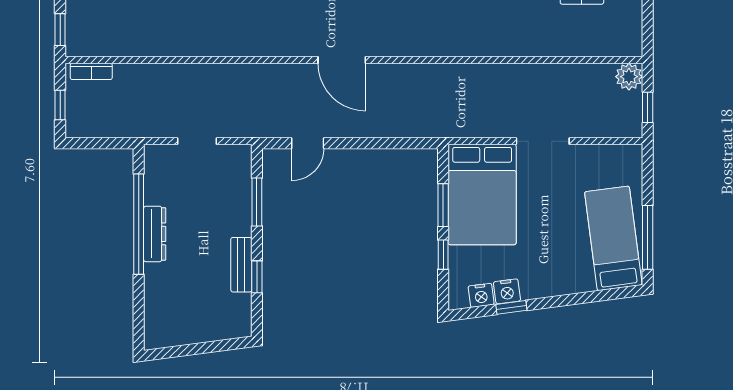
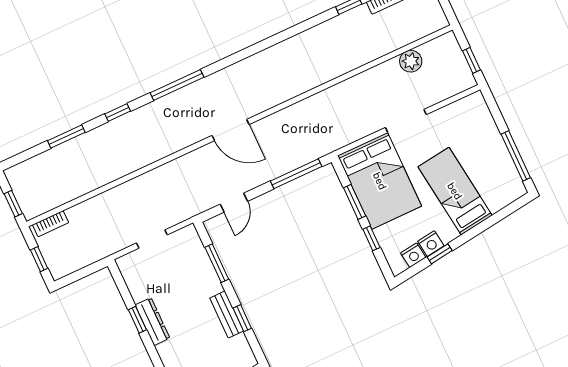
plant: (629, 77) -> (411, 61), moved
window: (392, 143) -> (296, 174), added
window: (139, 224) -> (137, 320), width x0.32
bed: (613, 238) -> (455, 191), moved

